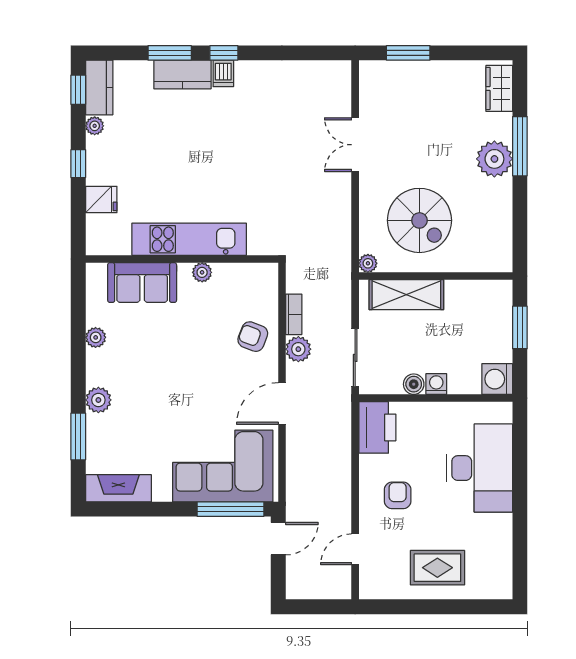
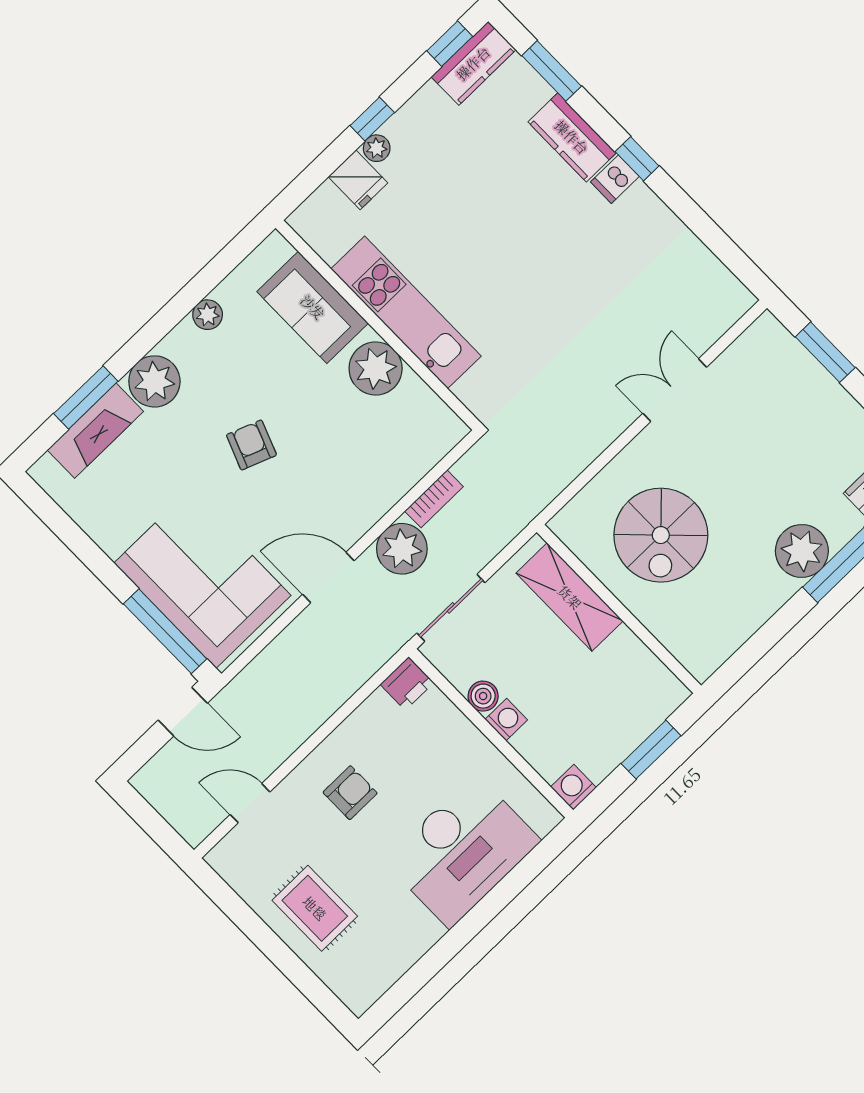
window: (170, 53) -> (552, 71), moved
plant: (95, 126) -> (377, 148), moved
plant: (368, 263) -> (563, 525), removed
plant: (202, 272) -> (376, 368), width x1.87, depth x1.87
armchair: (253, 337) -> (251, 445), moved
plant: (298, 349) -> (402, 549), width x1.36, depth x1.36
washing machine: (497, 379) -> (574, 787), width x0.73, depth x0.73
plant: (98, 400) -> (154, 381), width x1.36, depth x1.36
printer: (377, 427) -> (407, 684), width x0.53, depth x0.68
fireplace: (118, 488) -> (95, 431), moved, turned 90

